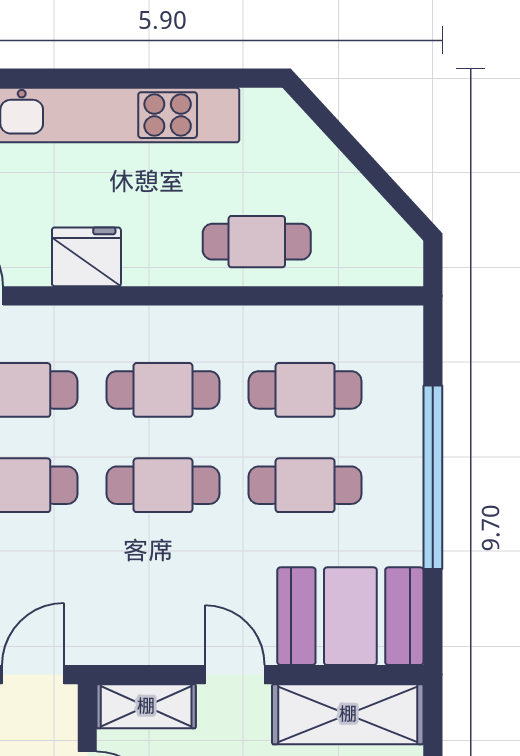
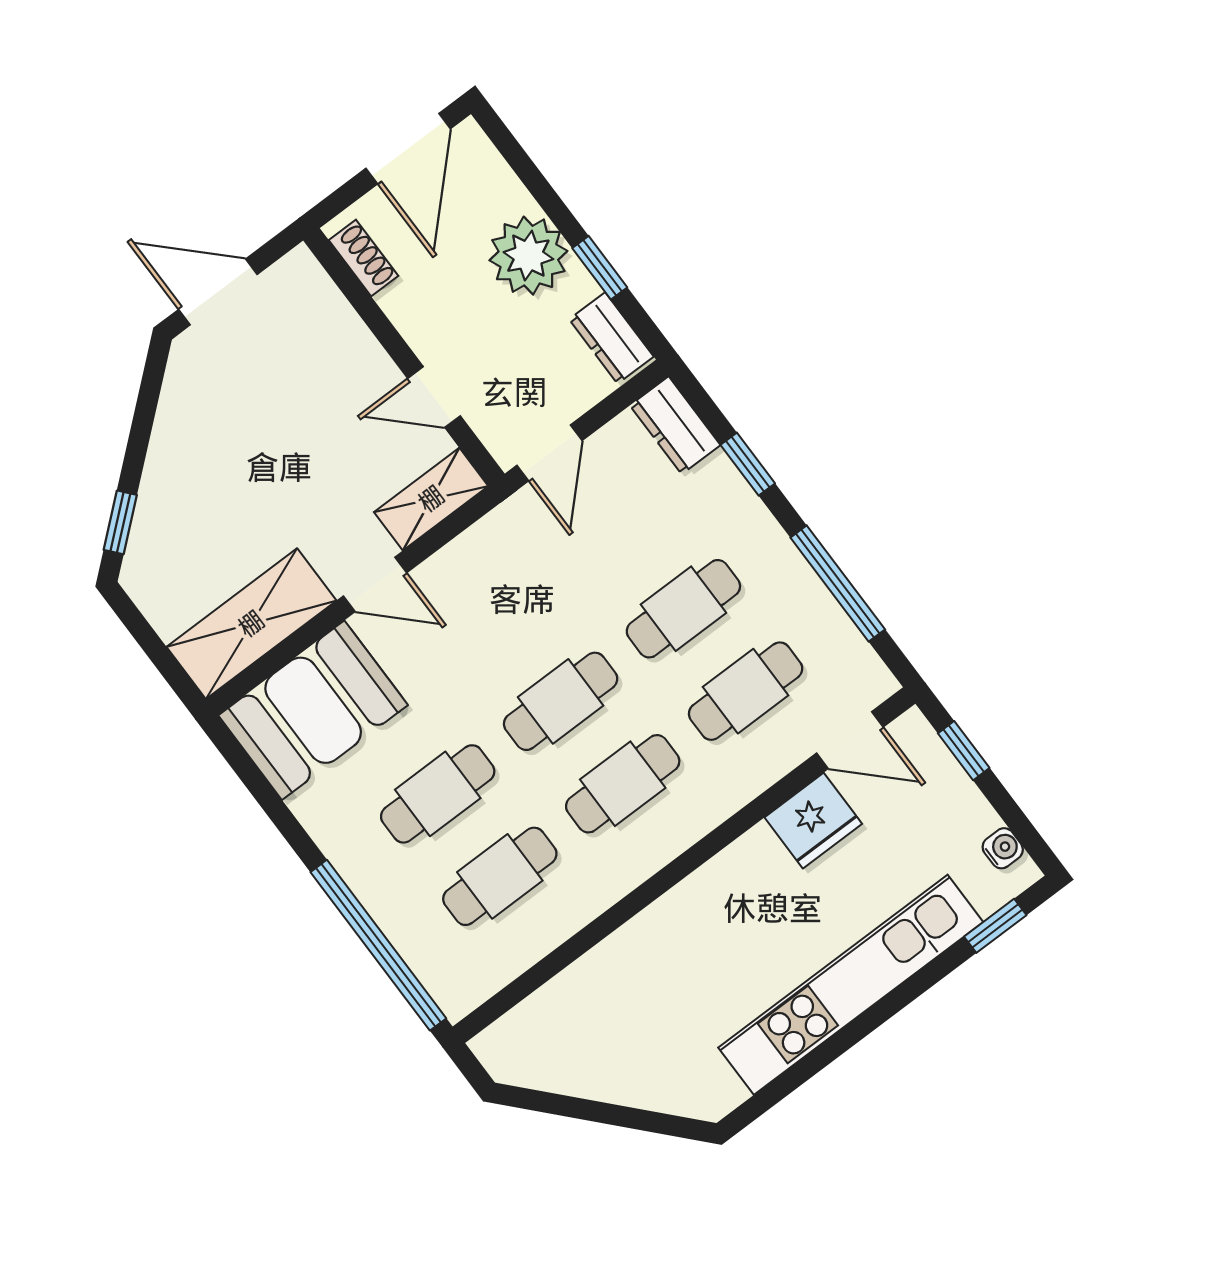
cafe table: (257, 242) -> (638, 973), removed
fridge: (86, 257) -> (813, 821), moved
window: (433, 477) -> (378, 945), moved

